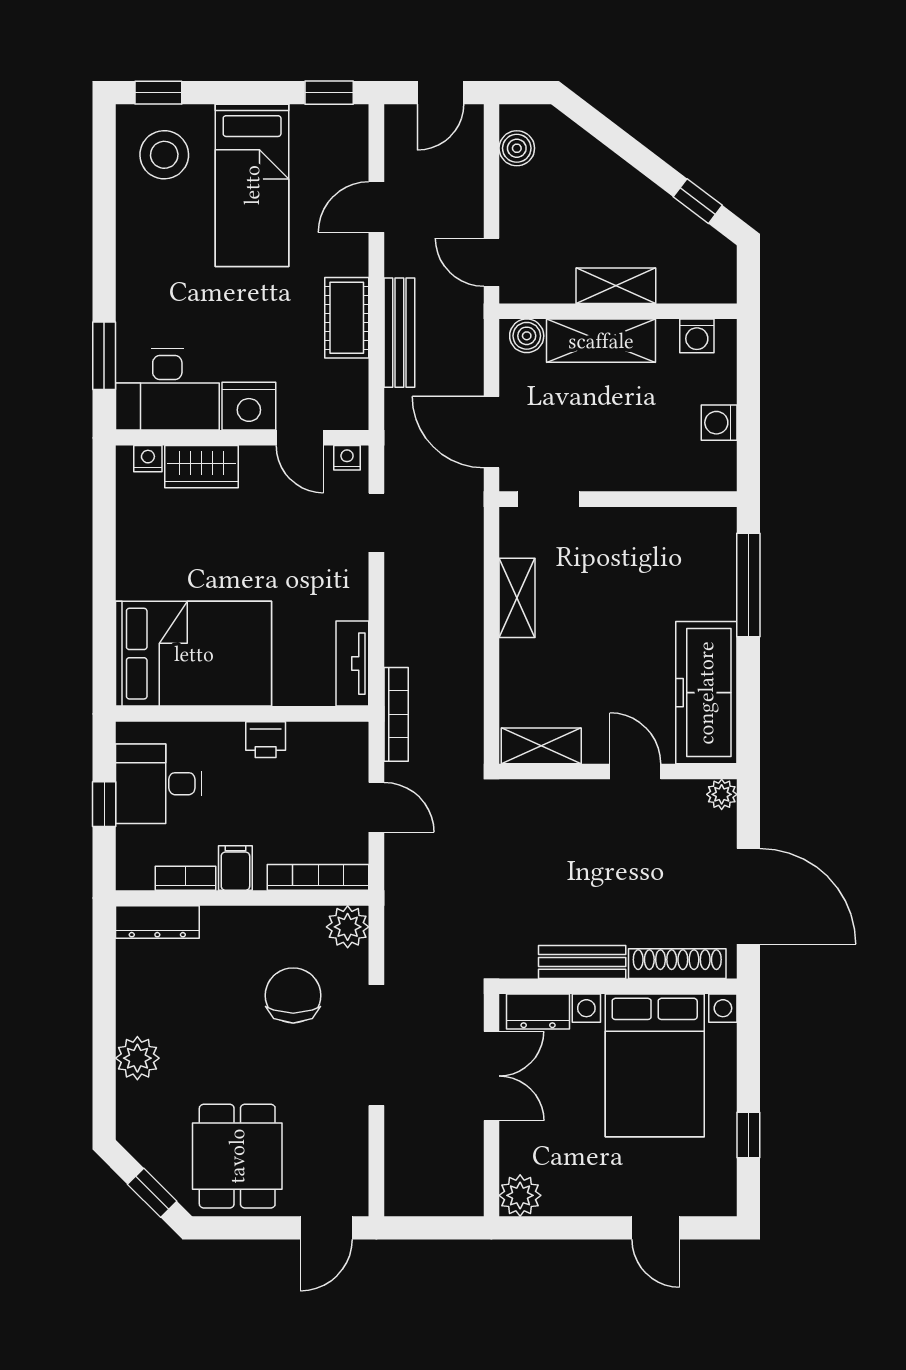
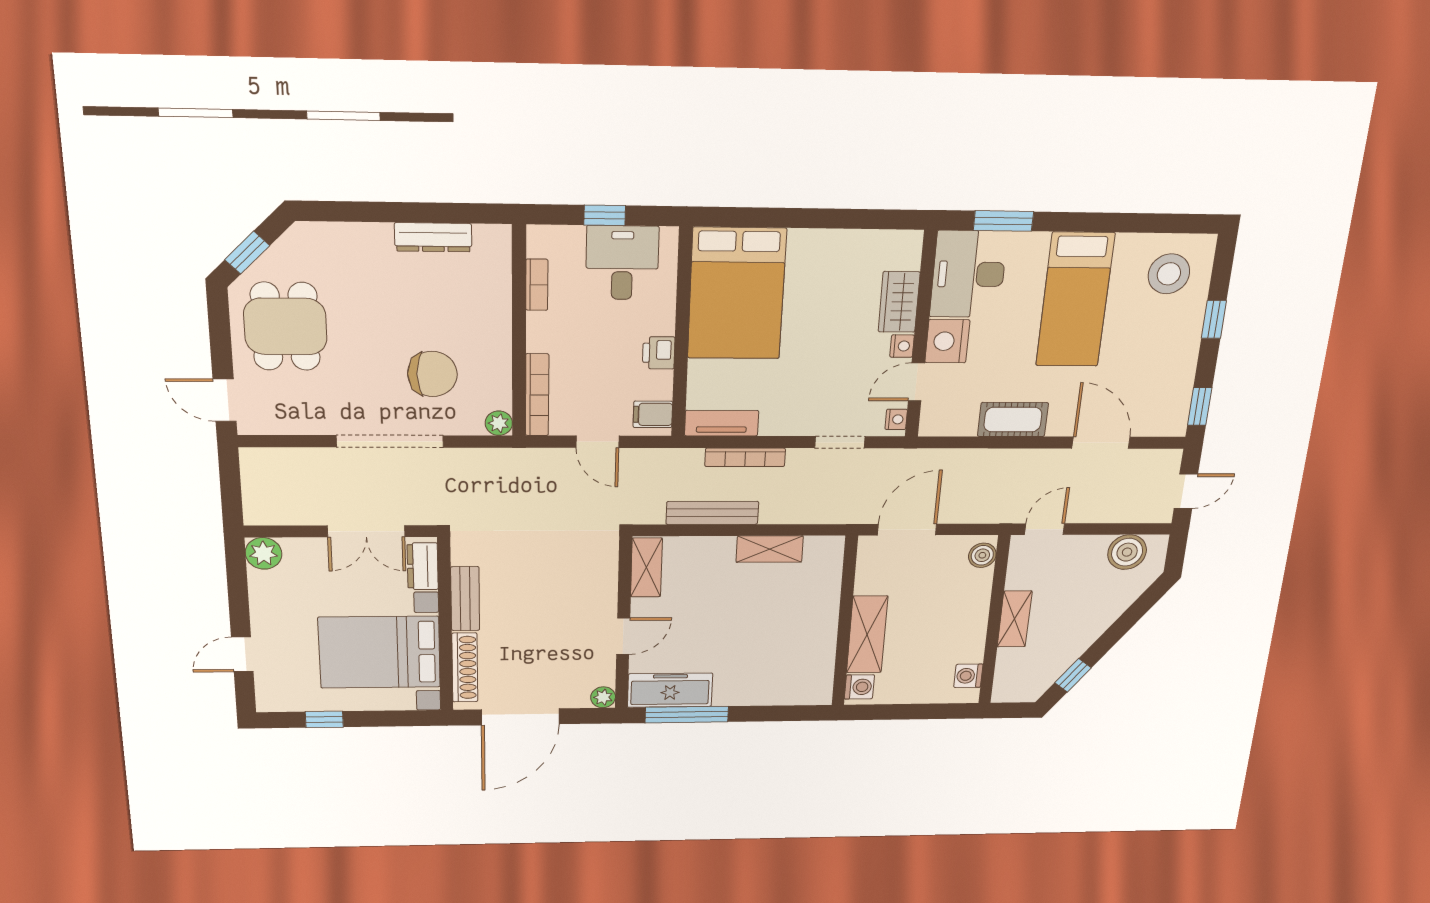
window: (158, 93) -> (1214, 319), moved
door: (441, 93) -> (1186, 491), swing flipped
boiler: (517, 148) -> (1127, 552), width x1.36, depth x1.36
bed: (252, 185) -> (1075, 300), moved, turned -90
door: (376, 207) -> (1101, 443), width x1.38
bench: (399, 333) -> (712, 513), moved
shelving: (601, 341) -> (867, 634), moved
washing machine: (719, 423) -> (859, 687), moved, turned 90
nightstand: (148, 459) -> (902, 346), moved
doorway: (548, 499) -> (849, 572), removed
window: (748, 585) -> (687, 715), moved
freezer: (706, 693) -> (670, 690), width x0.73, depth x0.79
bookcase: (396, 714) -> (745, 457), moved
door: (376, 807) -> (598, 442), hinge flipped
filing cabinet: (235, 868) -> (653, 414), moved, turned 180
dresser: (157, 922) -> (433, 237), moved, turned -90
plant: (348, 927) -> (499, 423), width x0.73, depth x0.73
plant: (137, 1058) -> (372, 241), removed
dining table: (237, 1156) -> (285, 326), turned 90

